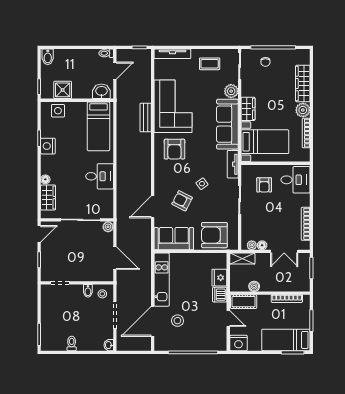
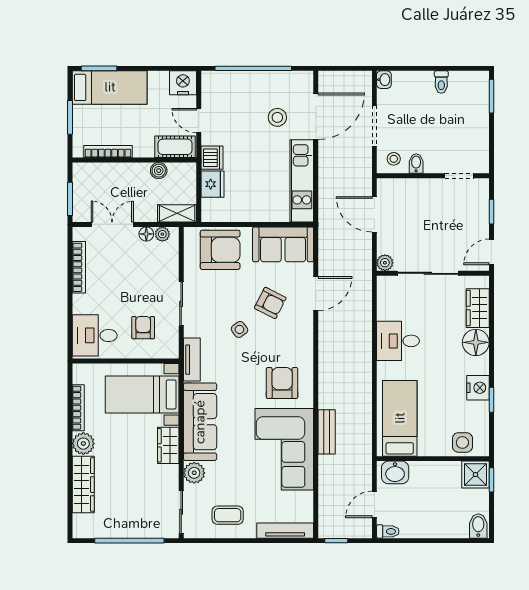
chair: (265, 62) -> (141, 518), removed
shower: (63, 90) -> (475, 475), moved
floor lamp: (45, 179) -> (476, 342), width x1.89, depth x1.89

